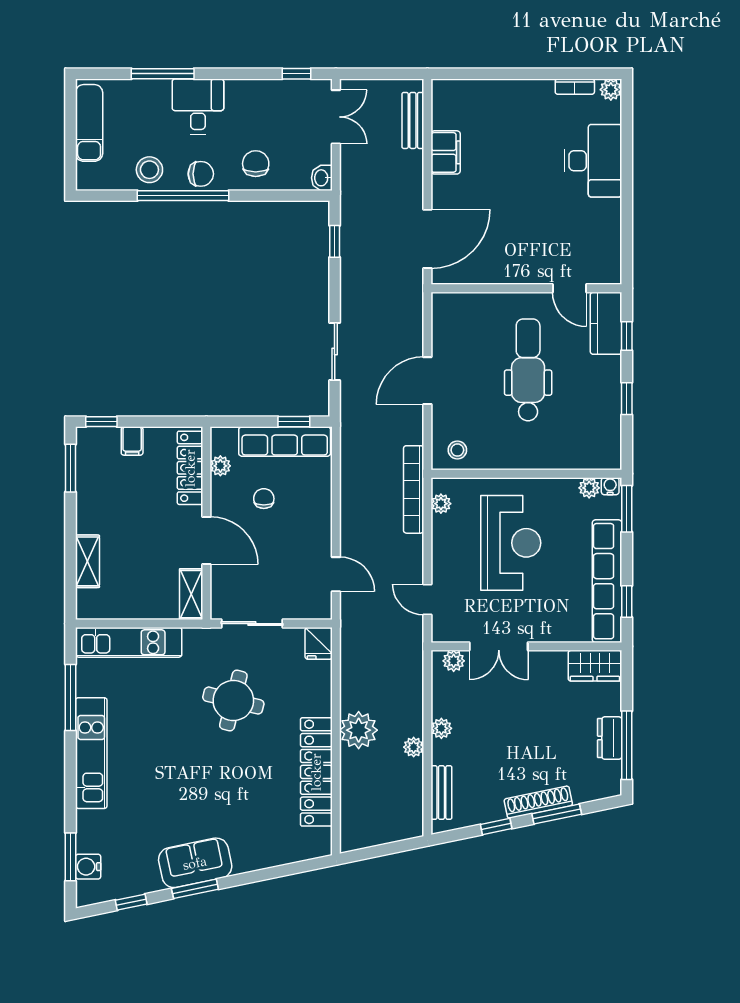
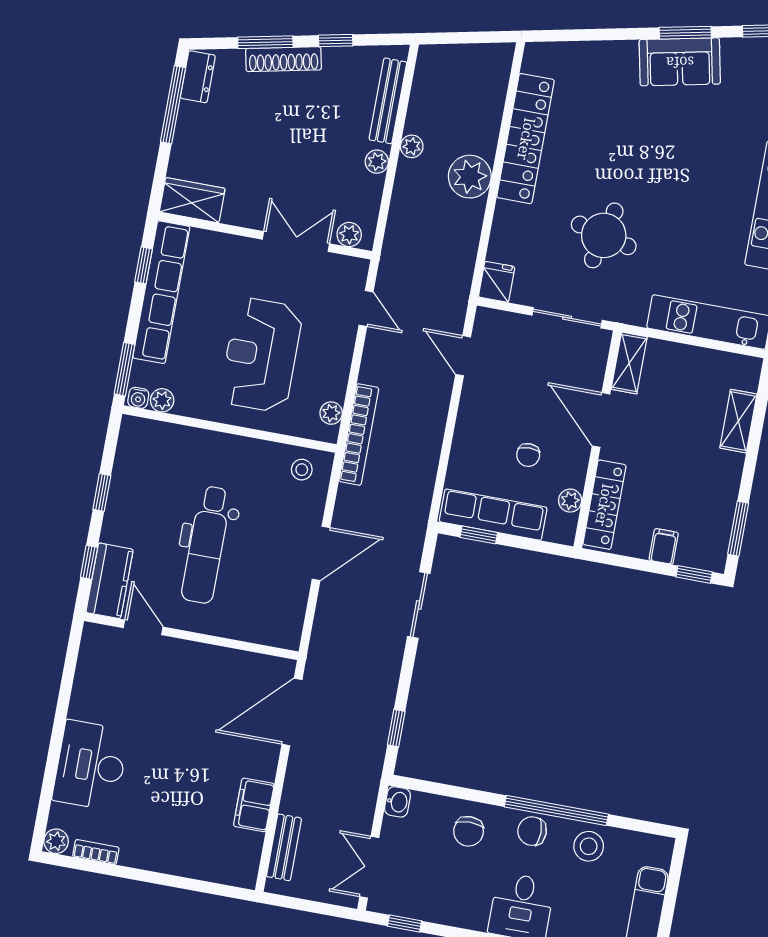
dresser: (610, 738) -> (198, 77), moved
bench: (441, 792) -> (388, 101), width x1.36

